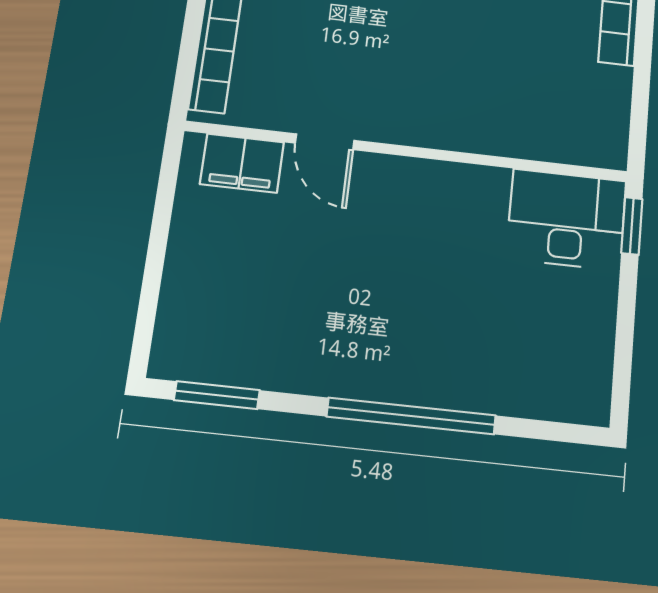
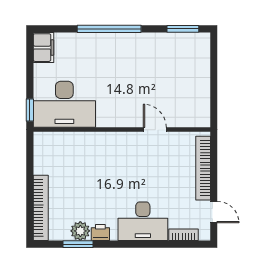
filing cabinet: (242, 163) -> (43, 48), moved, turned 90
desk: (566, 220) -> (64, 104), width x1.36, depth x1.30

